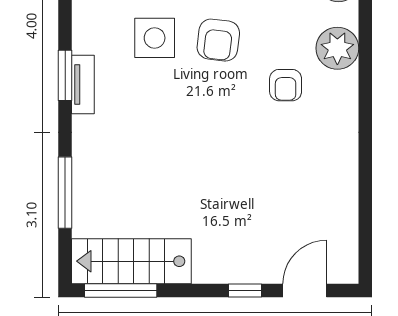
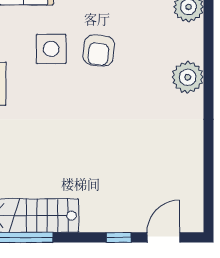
plant: (337, 48) -> (188, 77), moved
armchair: (286, 85) -> (149, 84), removed

